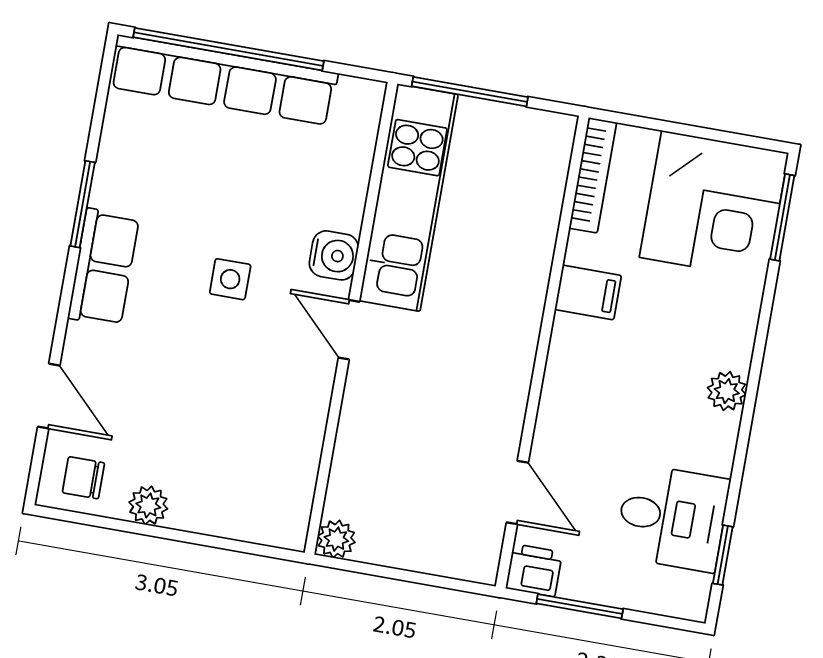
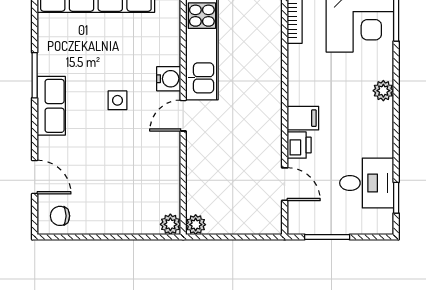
filing cabinet: (588, 292) -> (303, 118), moved
door: (349, 330) -> (183, 116), hinge flipped
plant: (727, 391) -> (383, 91), moved
plant: (148, 505) -> (170, 224), moved
printer: (534, 570) -> (299, 145), moved, turned 90

